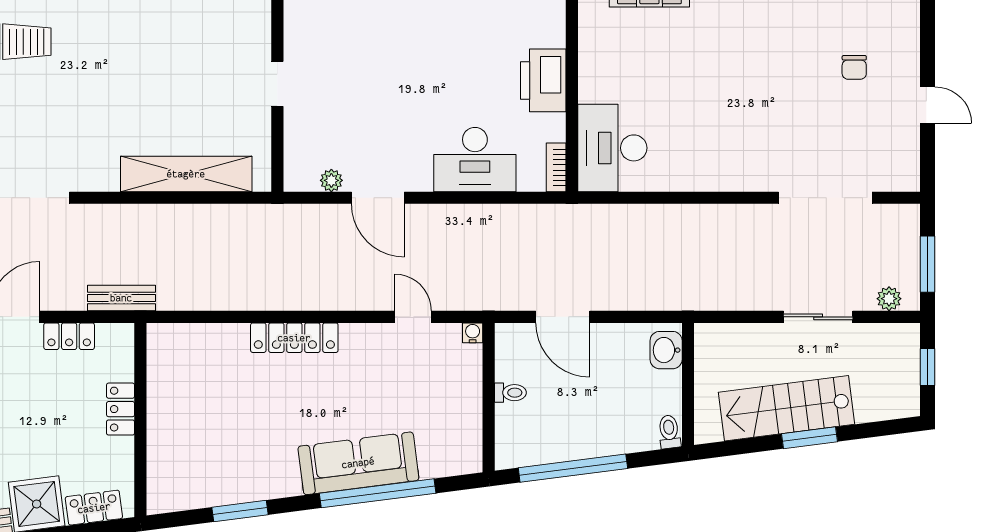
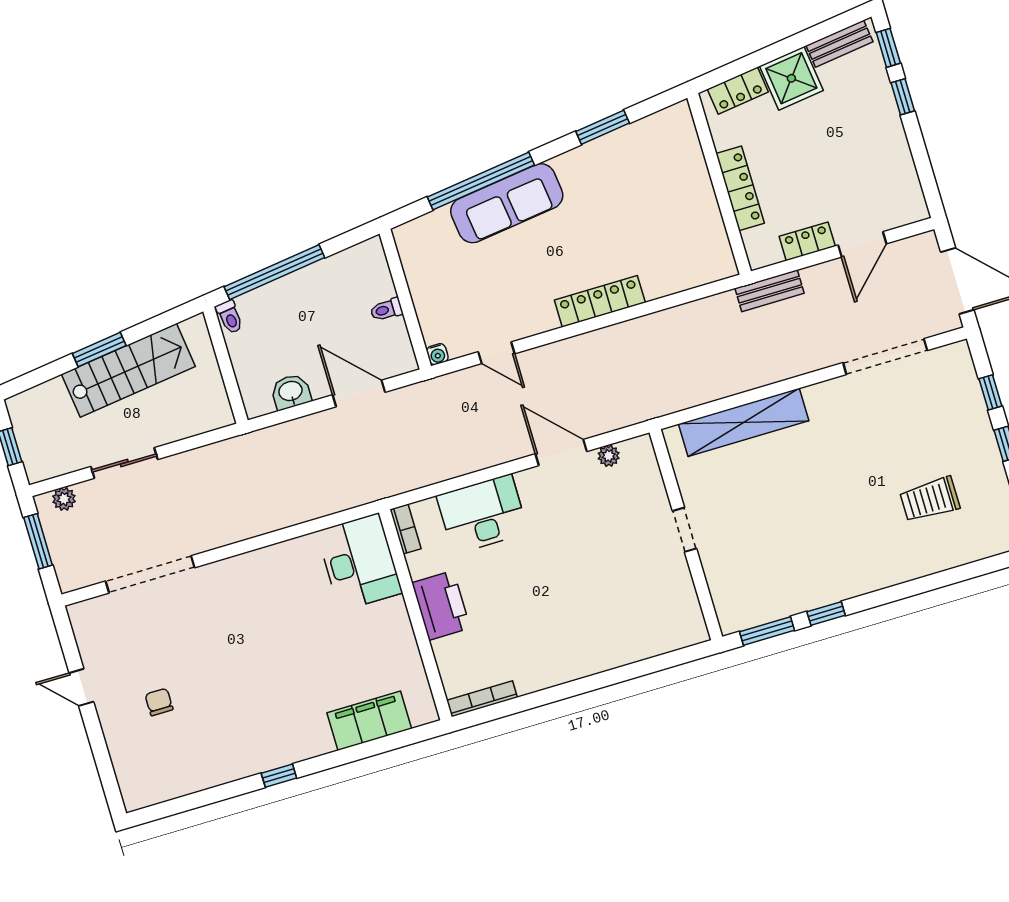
washbasin: (666, 350) -> (291, 392), moved, turned -90
locker: (121, 409) -> (740, 188), width x1.53
window: (573, 468) -> (274, 272), moved

